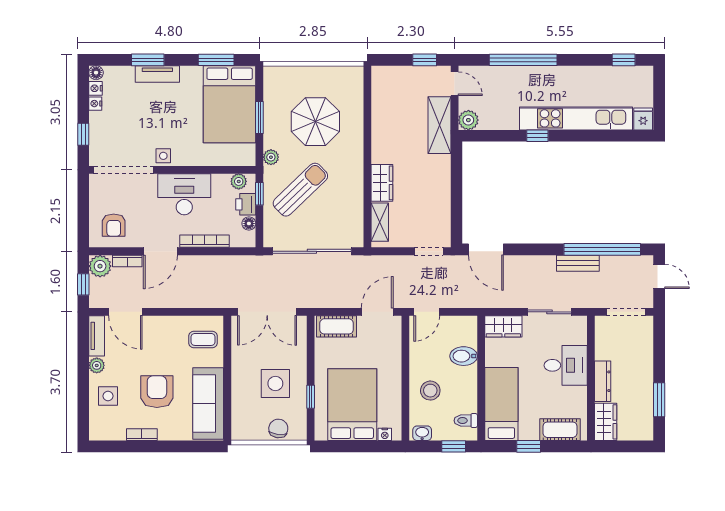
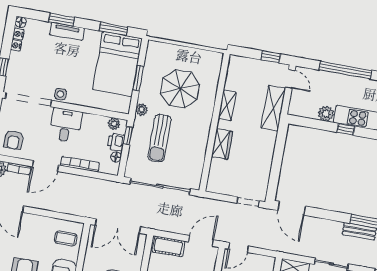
plant: (468, 120) -> (326, 114), moved
sun lounger: (300, 190) -> (159, 138), turned 134
desk: (184, 194) -> (66, 125), width x0.73
shelving: (380, 222) -> (227, 105), moved

